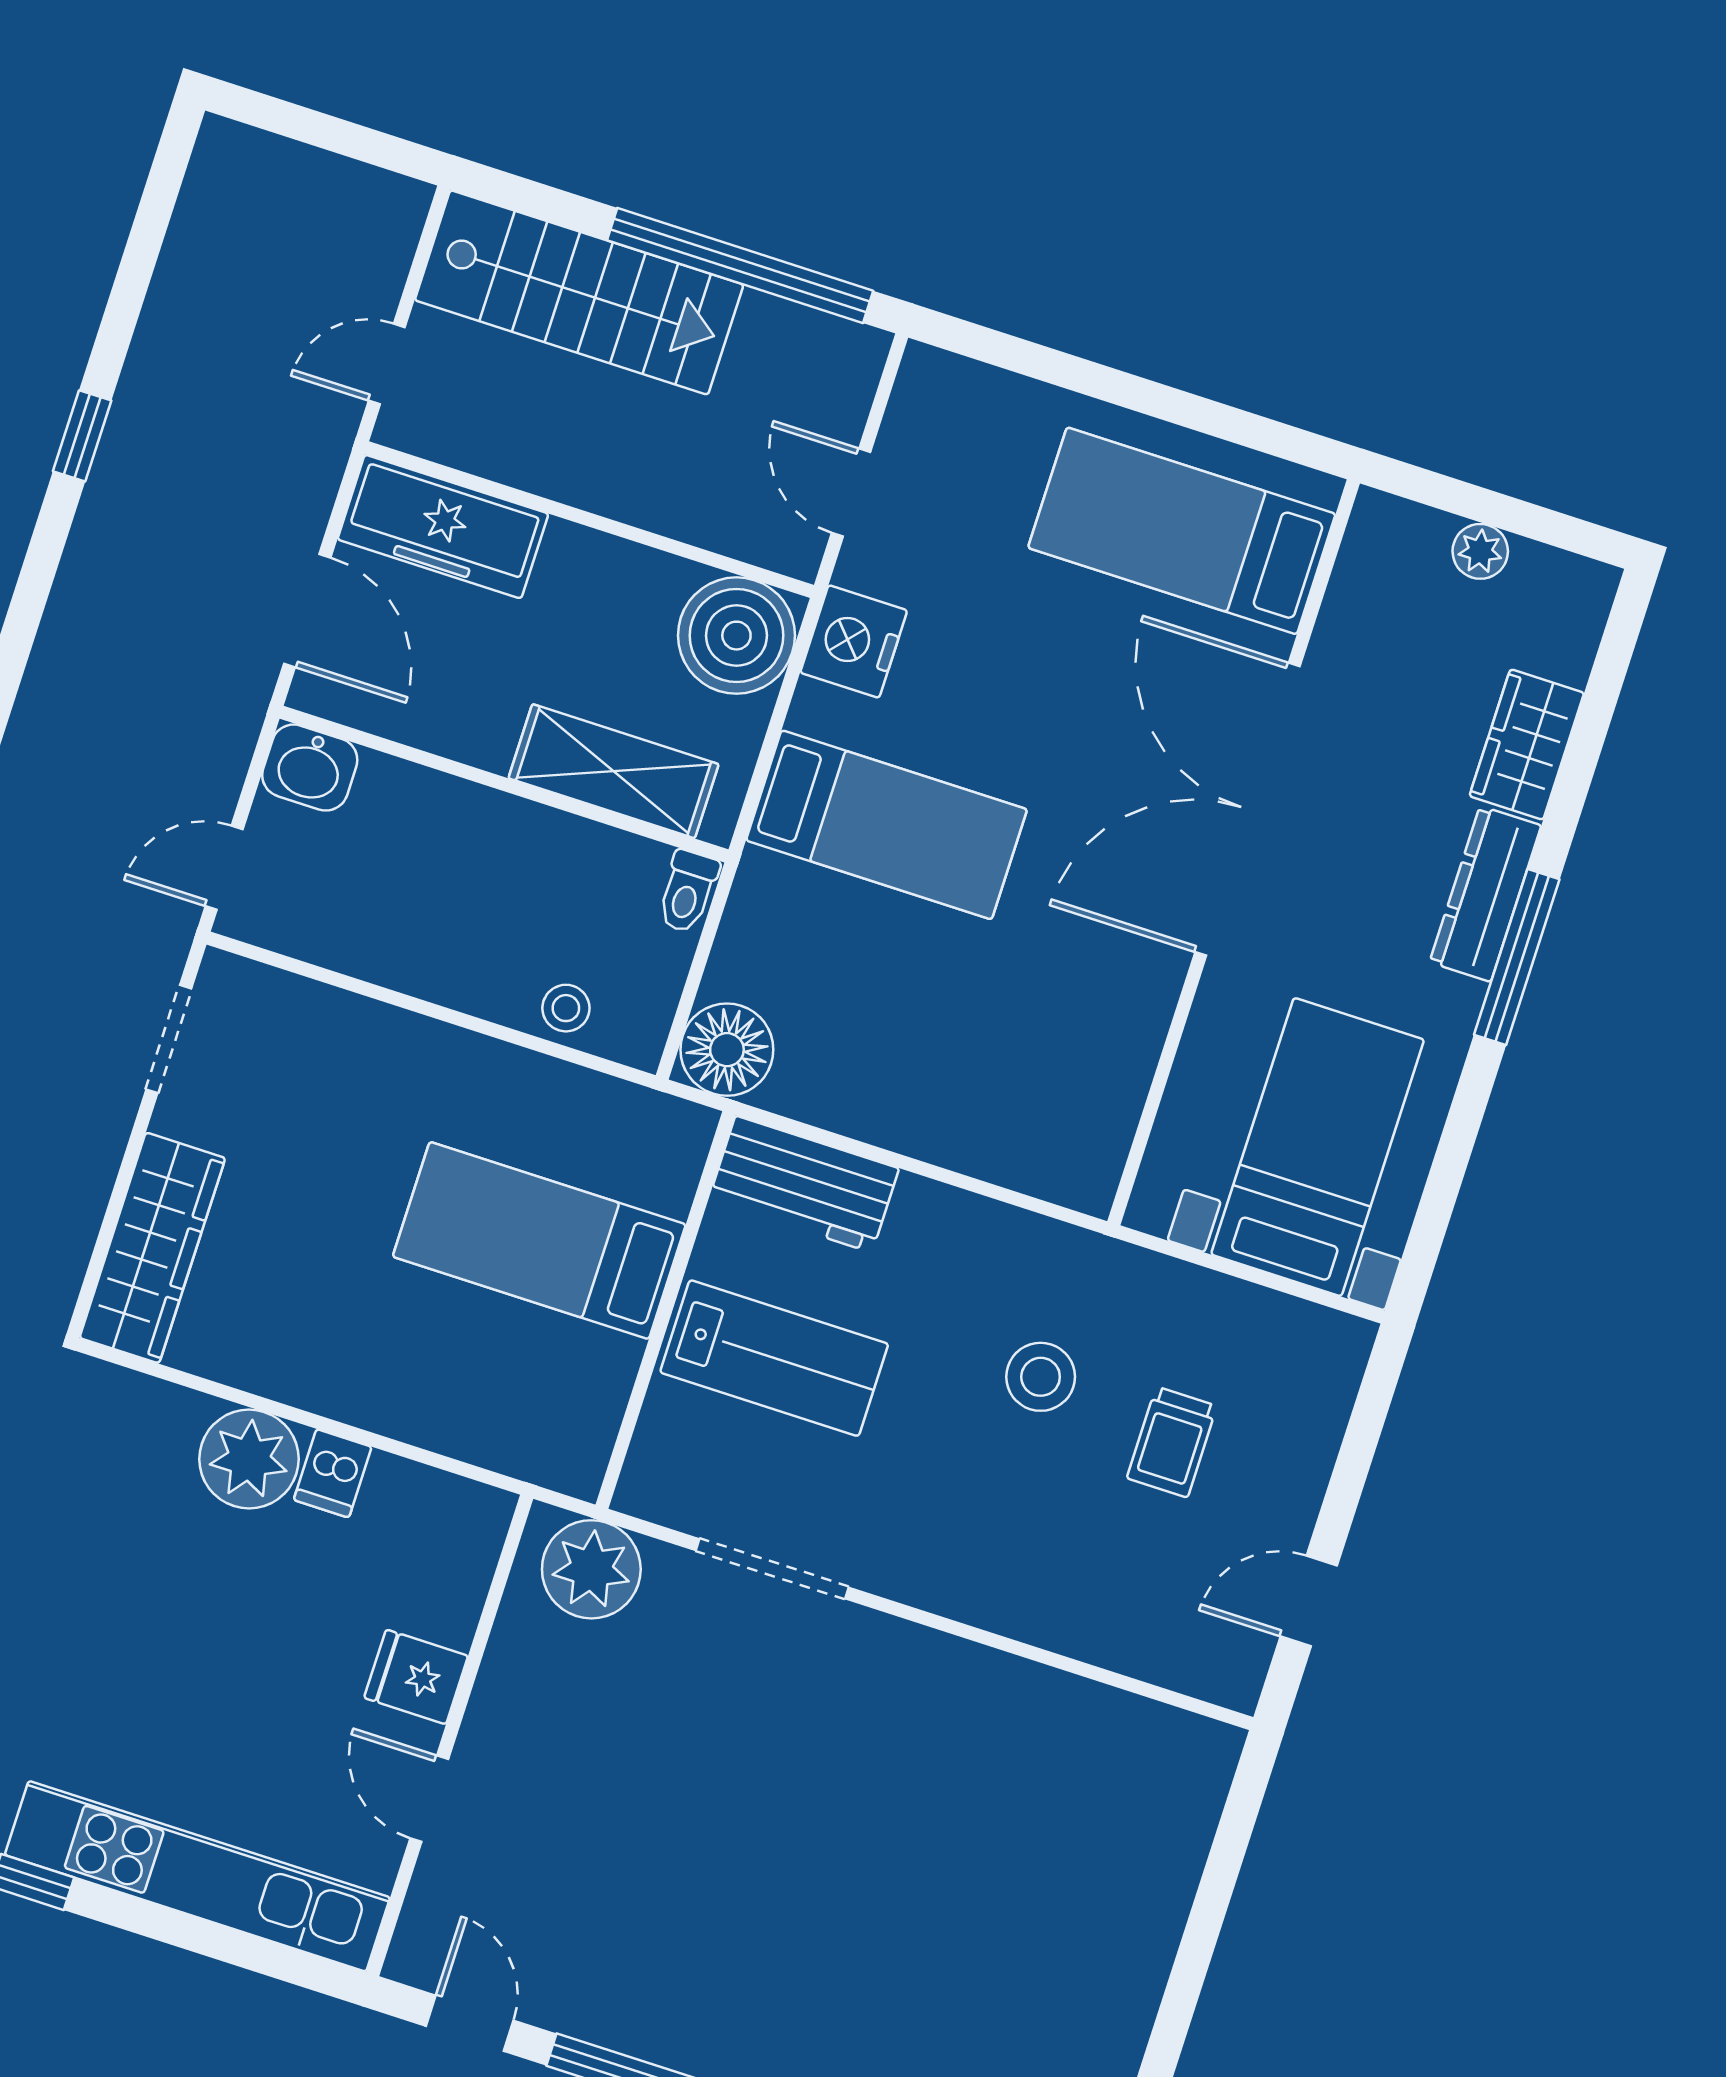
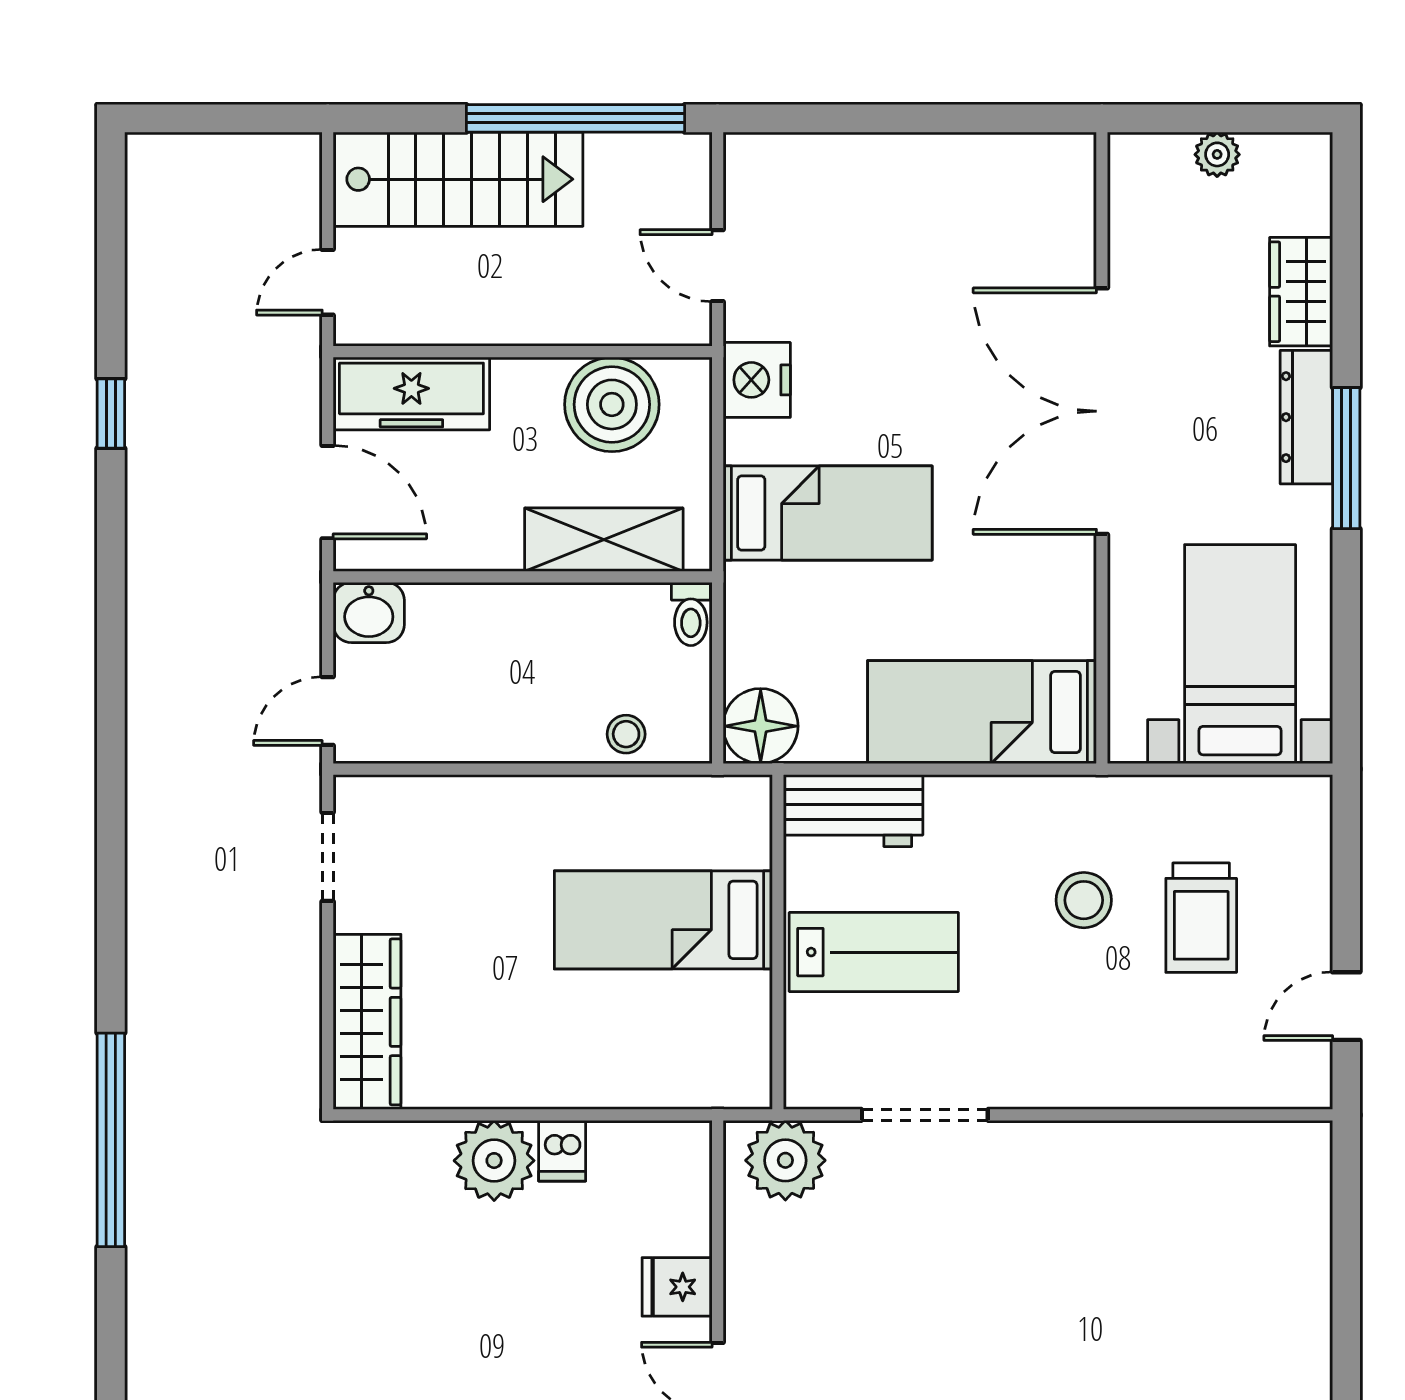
bed: (1182, 531) -> (982, 712), moved
boiler: (736, 636) -> (612, 404), moved
trolley: (1172, 1442) -> (1201, 918), width x1.36, depth x1.39

